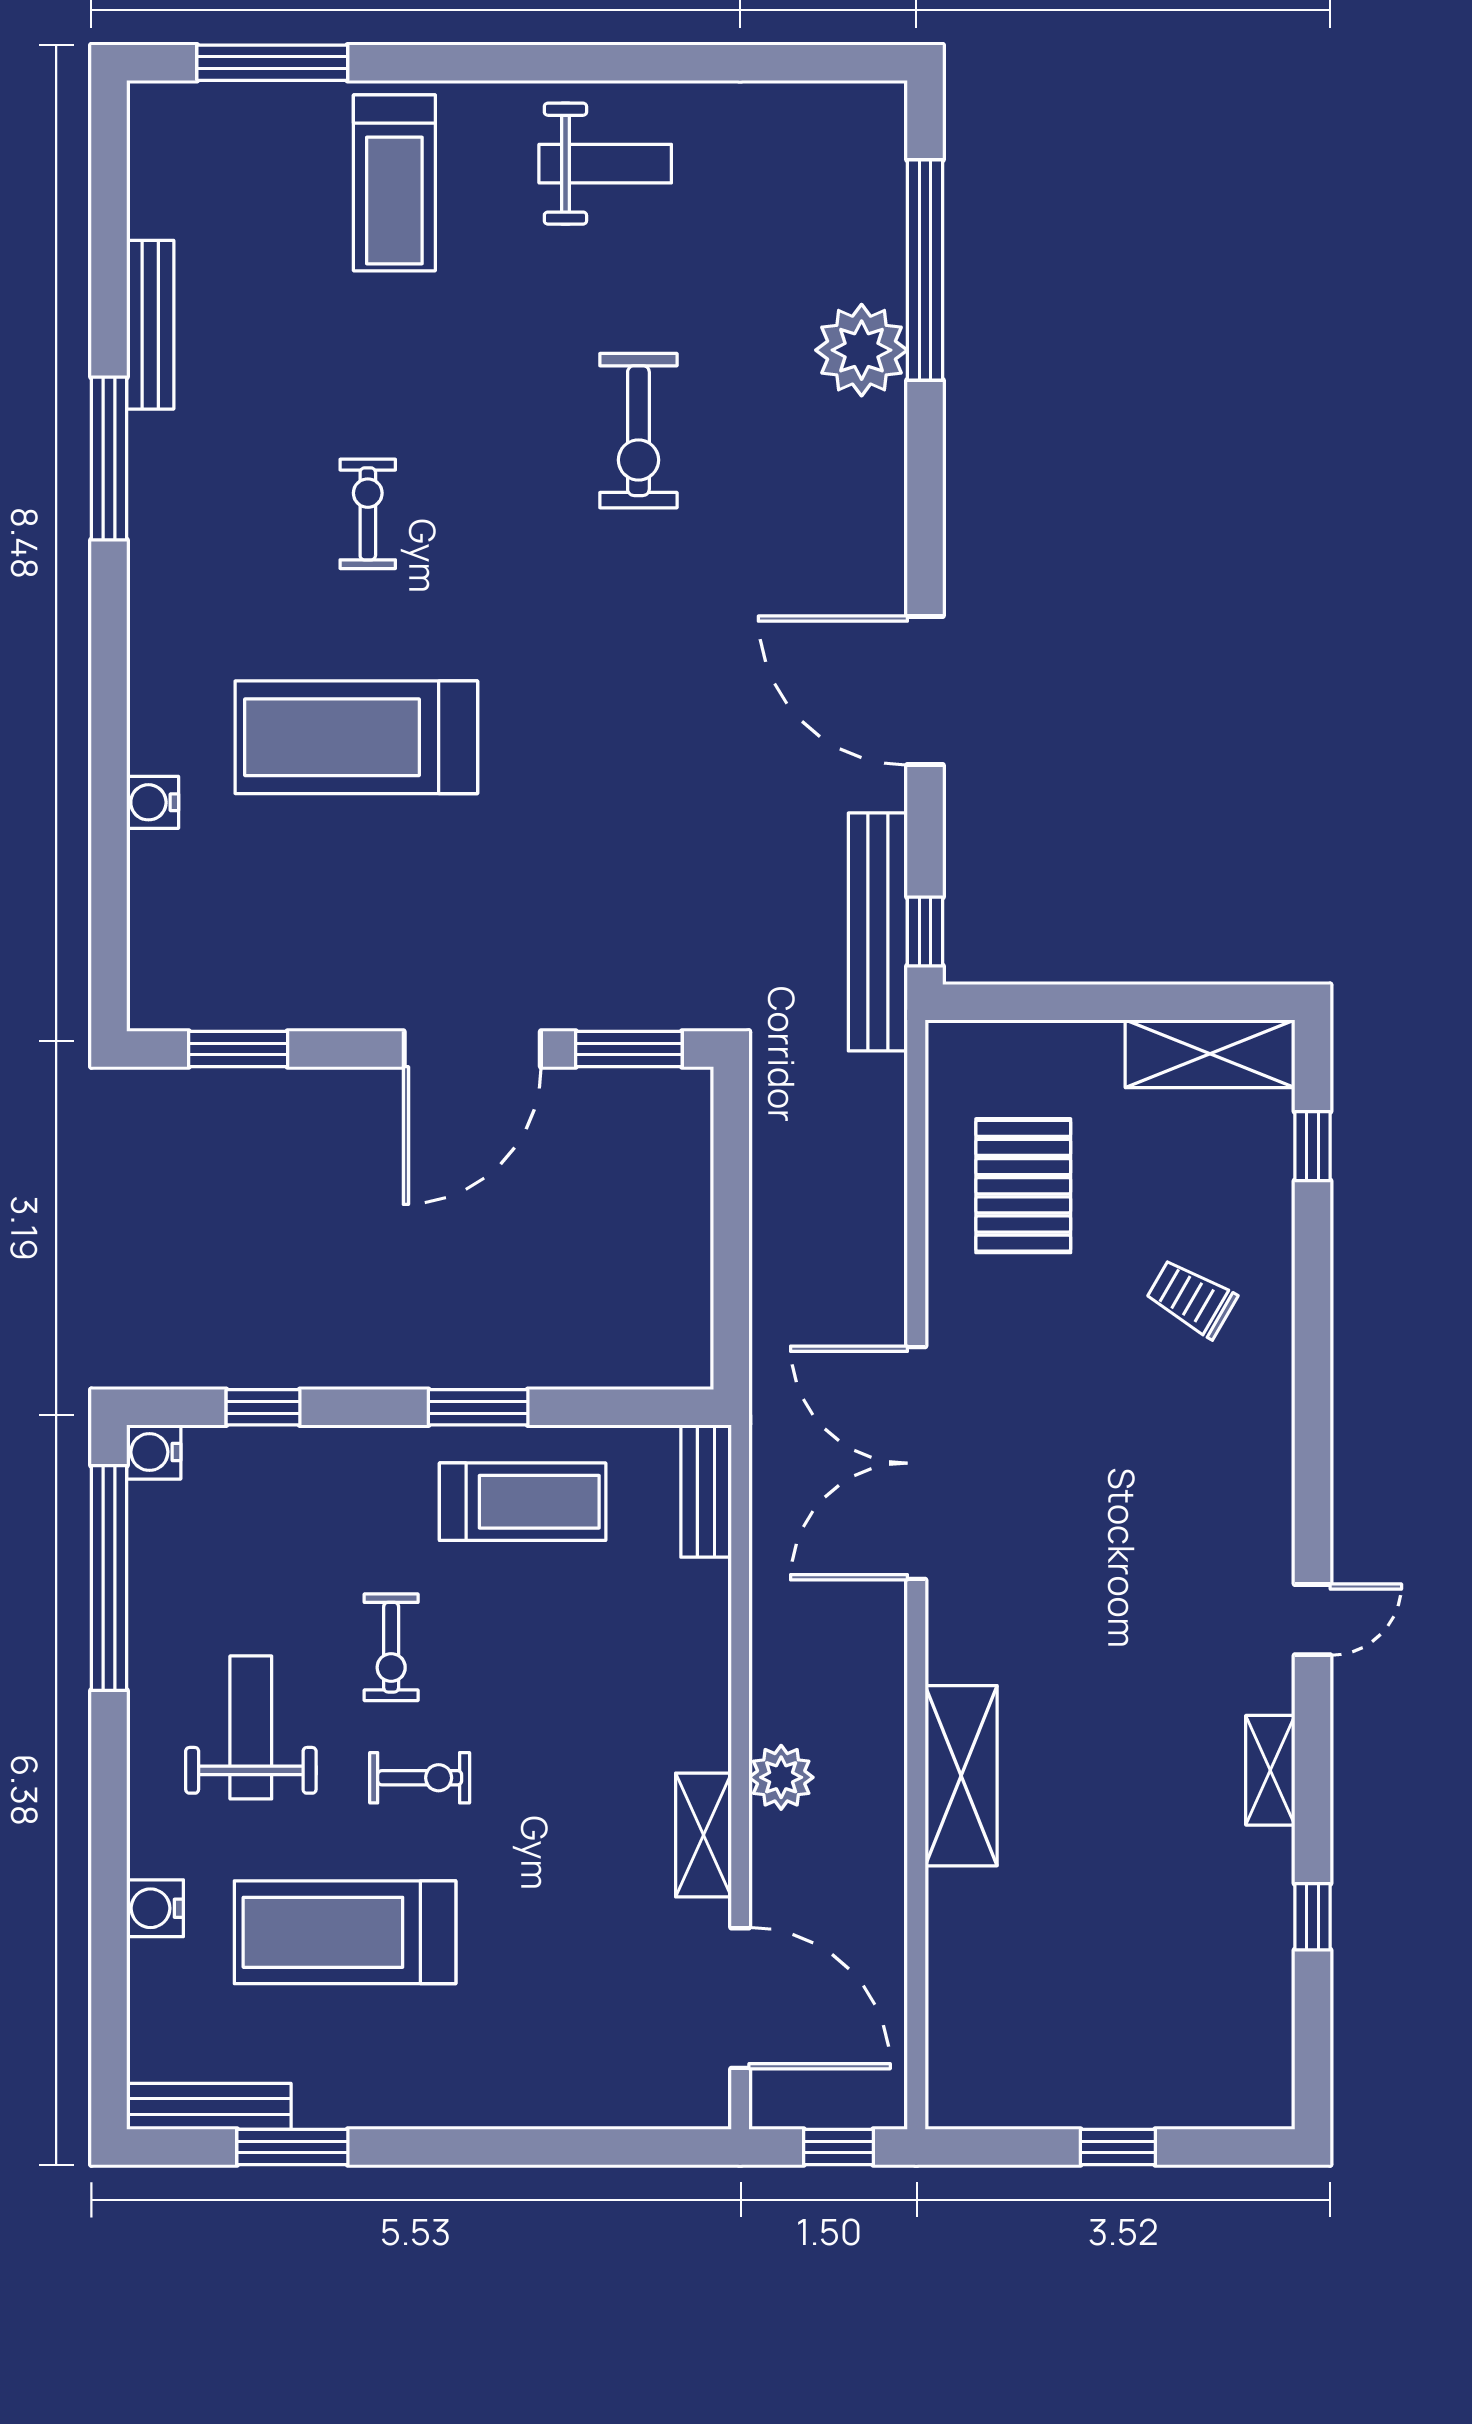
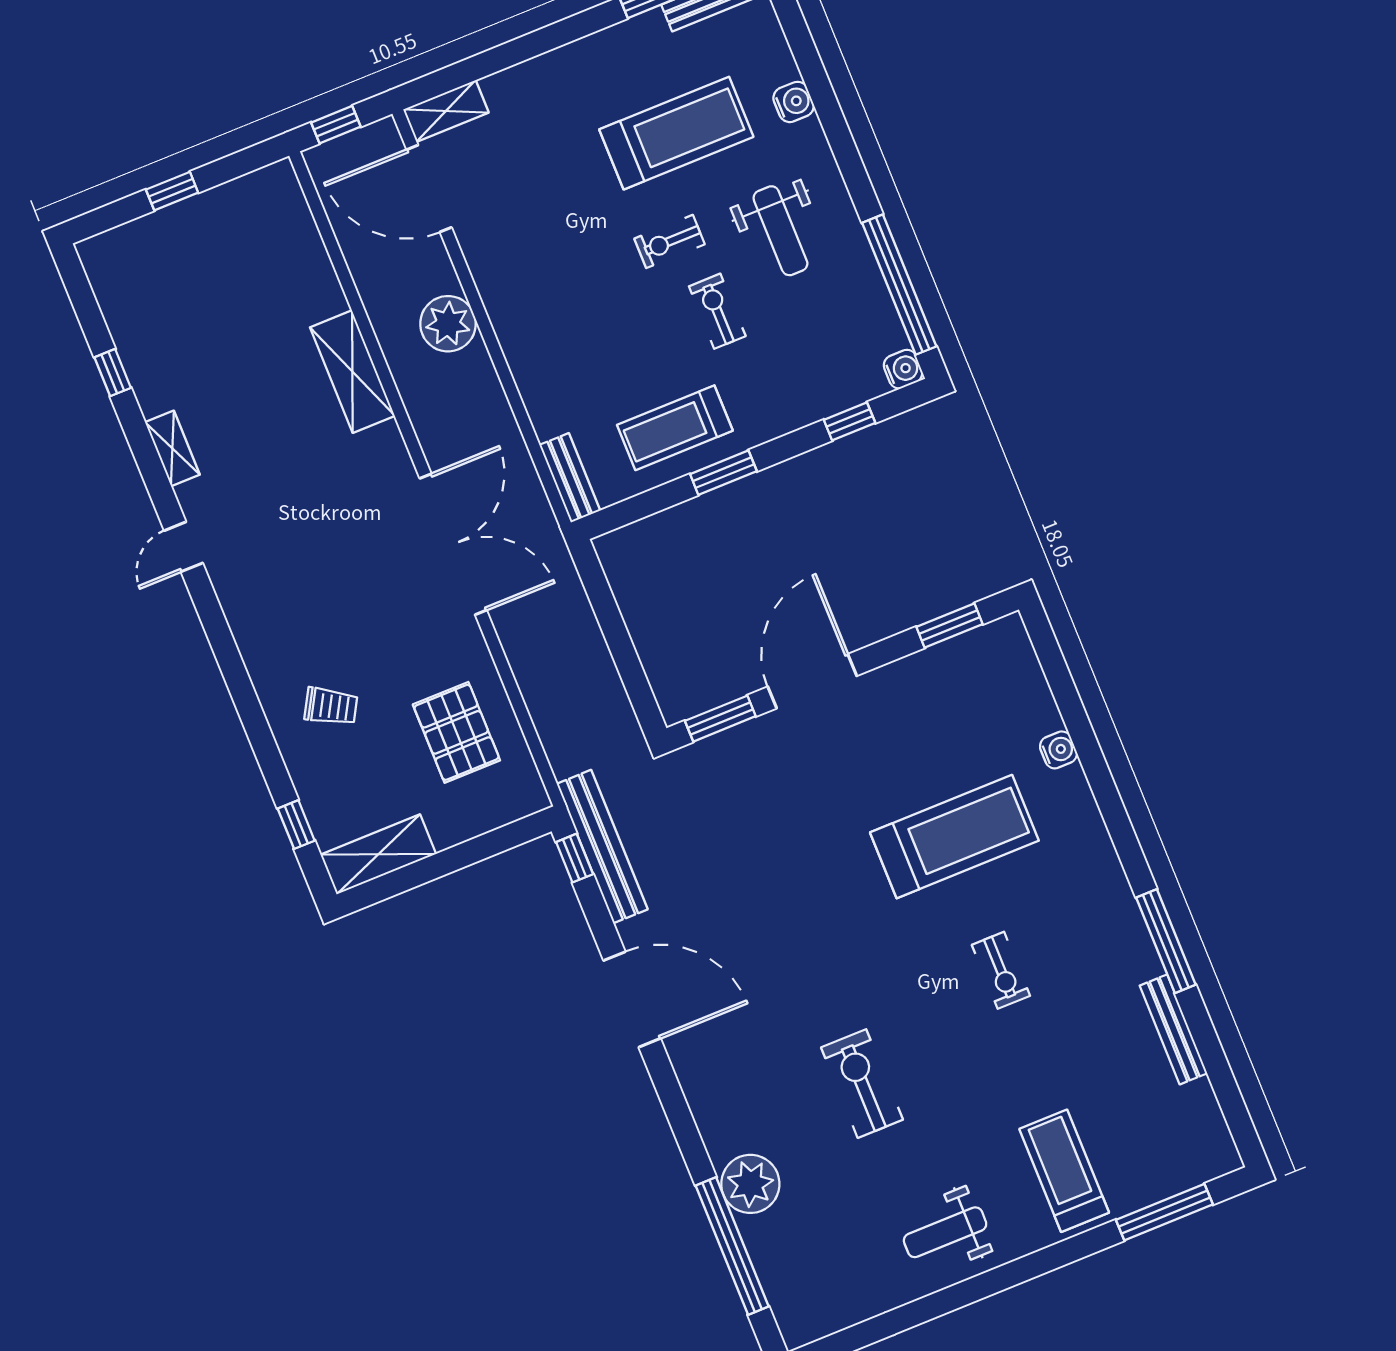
plant: (781, 1777) -> (448, 324), width x1.36, depth x1.36
shelving: (703, 1835) -> (446, 111), moved, turned 90

